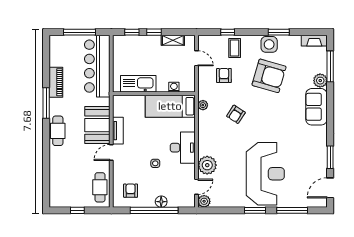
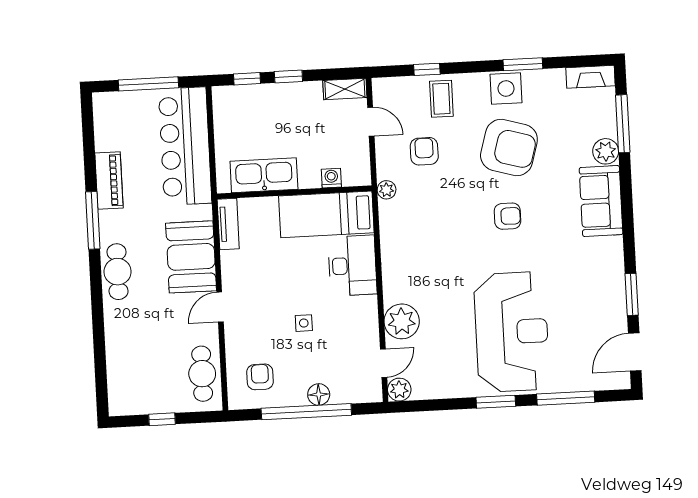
shelving: (173, 40) -> (345, 89), moved
plant: (203, 105) -> (387, 190), moved
armchair: (236, 114) -> (507, 216), moved, turned -123
tv unit: (118, 131) -> (228, 224), moved
desk: (183, 148) -> (352, 266), moved

